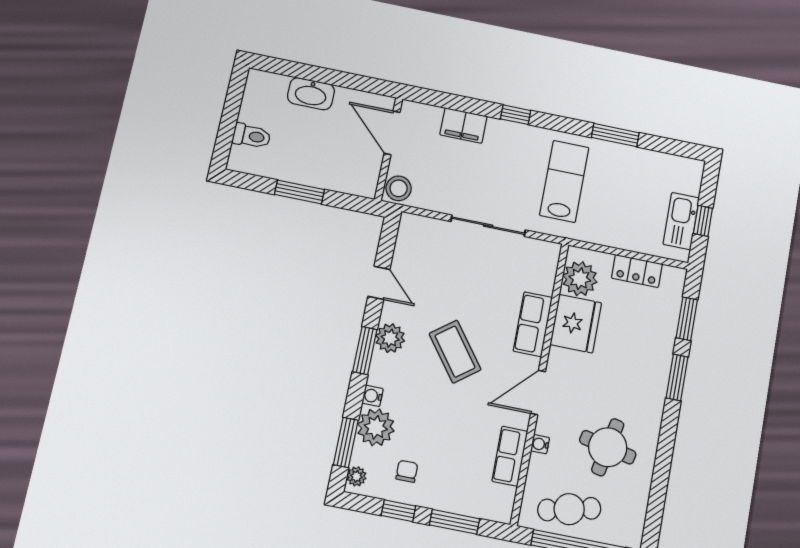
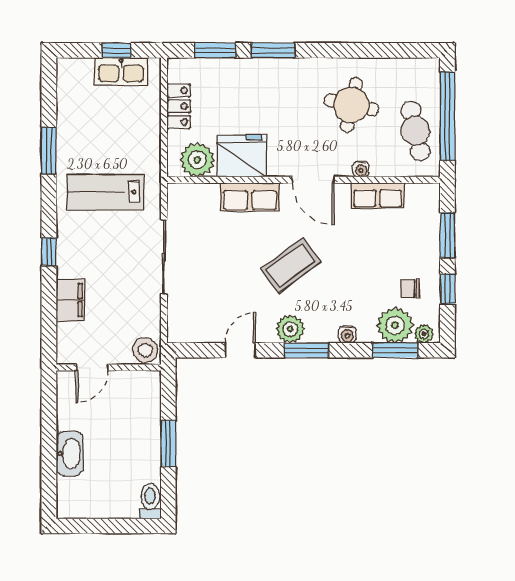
door: (392, 133) -> (92, 368), width x0.73
toilet: (252, 136) -> (150, 501), moved
plant: (376, 427) -> (395, 325), moved

